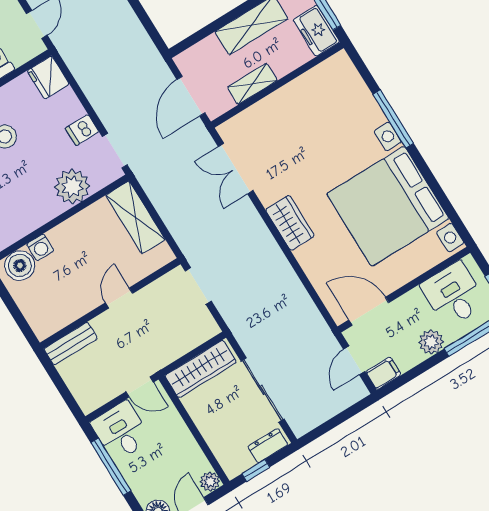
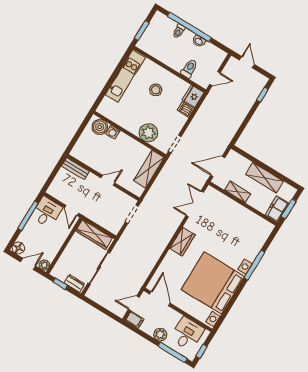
dishwasher: (82, 130) -> (186, 109), moved

